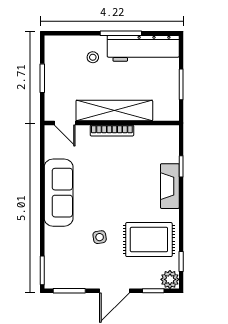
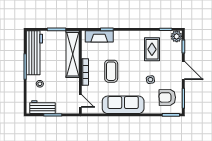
workbench: (55, 62) -> (43, 107), added
shelving: (114, 111) -> (73, 54), moved
door: (65, 123) -> (80, 101), hinge flipped
coffee table: (113, 173) -> (111, 71), added
fireplace: (170, 186) -> (99, 36), moved
rug: (149, 240) -> (152, 49), width x0.73, depth x0.70
armchair: (71, 264) -> (167, 97), added

